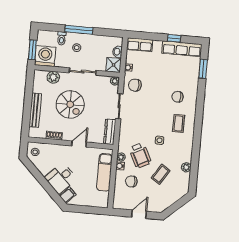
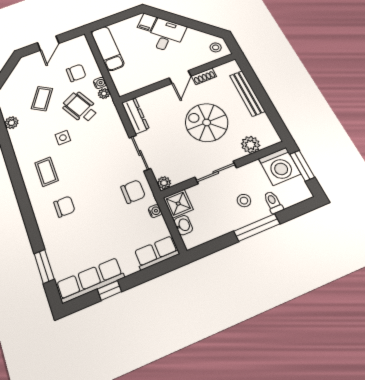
door: (79, 144) -> (180, 77), moved
exam couch: (104, 172) -> (108, 48), moved

